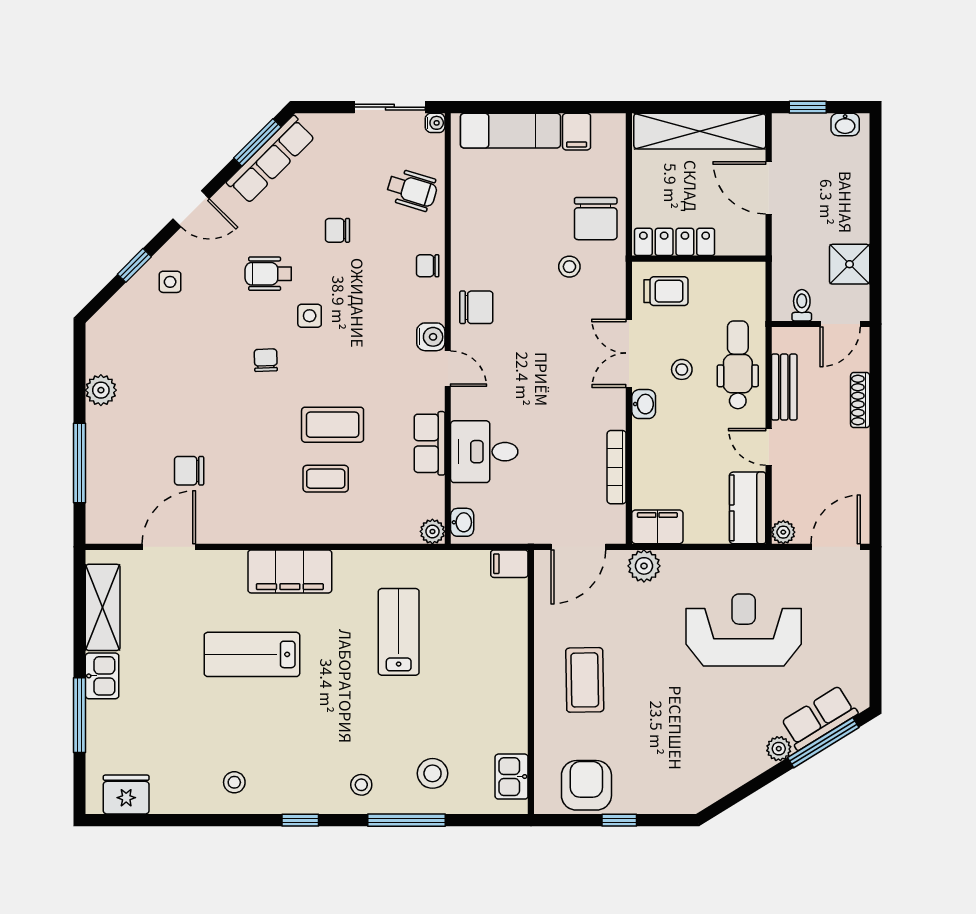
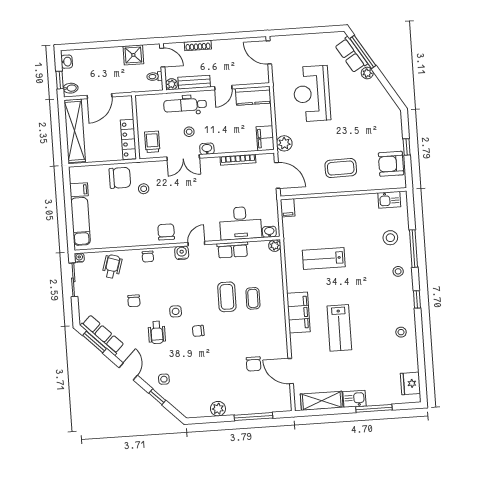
bidet: (789, 129) -> (71, 88), added
desk: (484, 452) -> (240, 223), width x1.37
plant: (783, 532) -> (172, 84), moved

